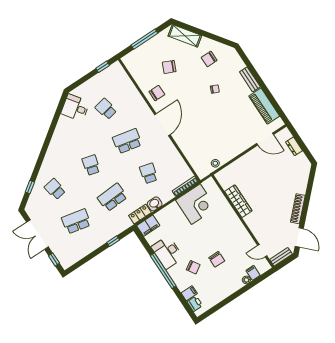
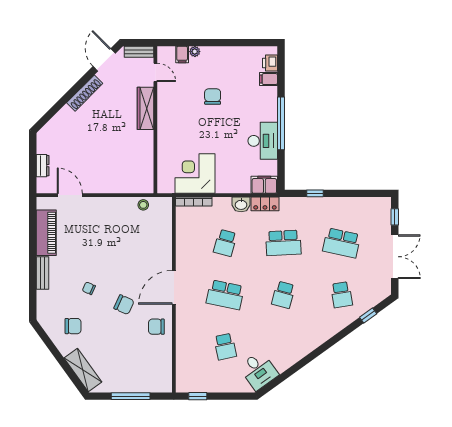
chair: (169, 67) -> (124, 305), moved
wardrobe: (238, 201) -> (145, 108), moved
chair: (193, 267) -> (245, 105), removed

